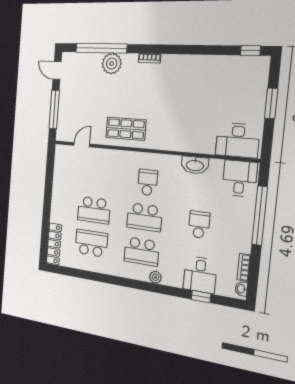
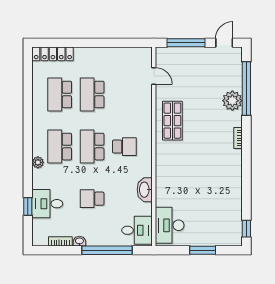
school desk: (199, 225) -> (92, 199), turned 180
school desk: (91, 243) -> (60, 95), turned 180
washbasin: (241, 289) -> (79, 241), moved

